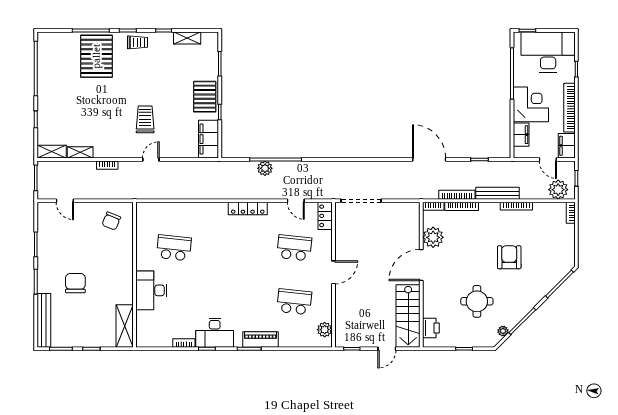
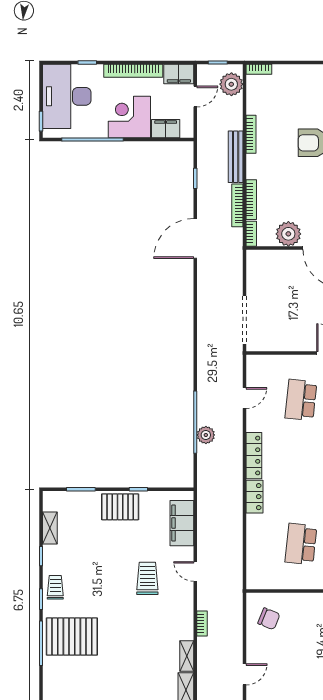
trolley: (145, 119) -> (147, 578), turned 90
filing cabinet: (208, 139) -> (182, 523), moved, turned 90
locker: (325, 216) -> (255, 497), moved, turned -90

